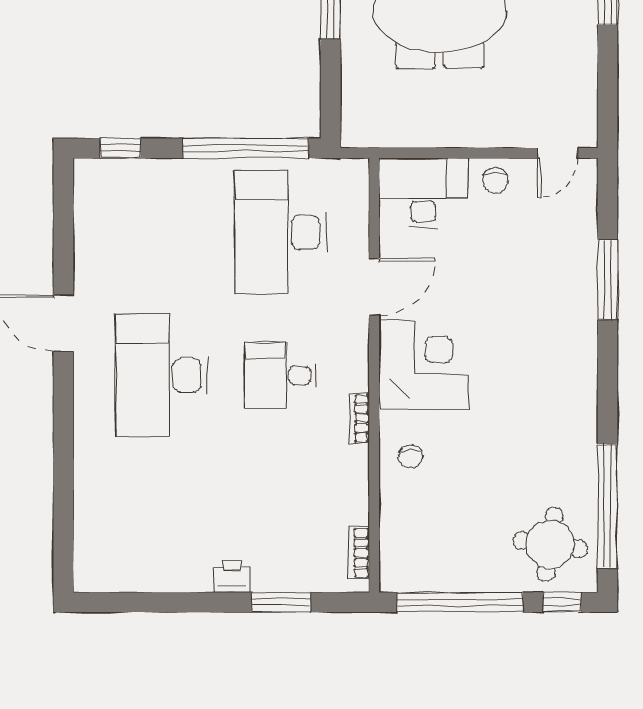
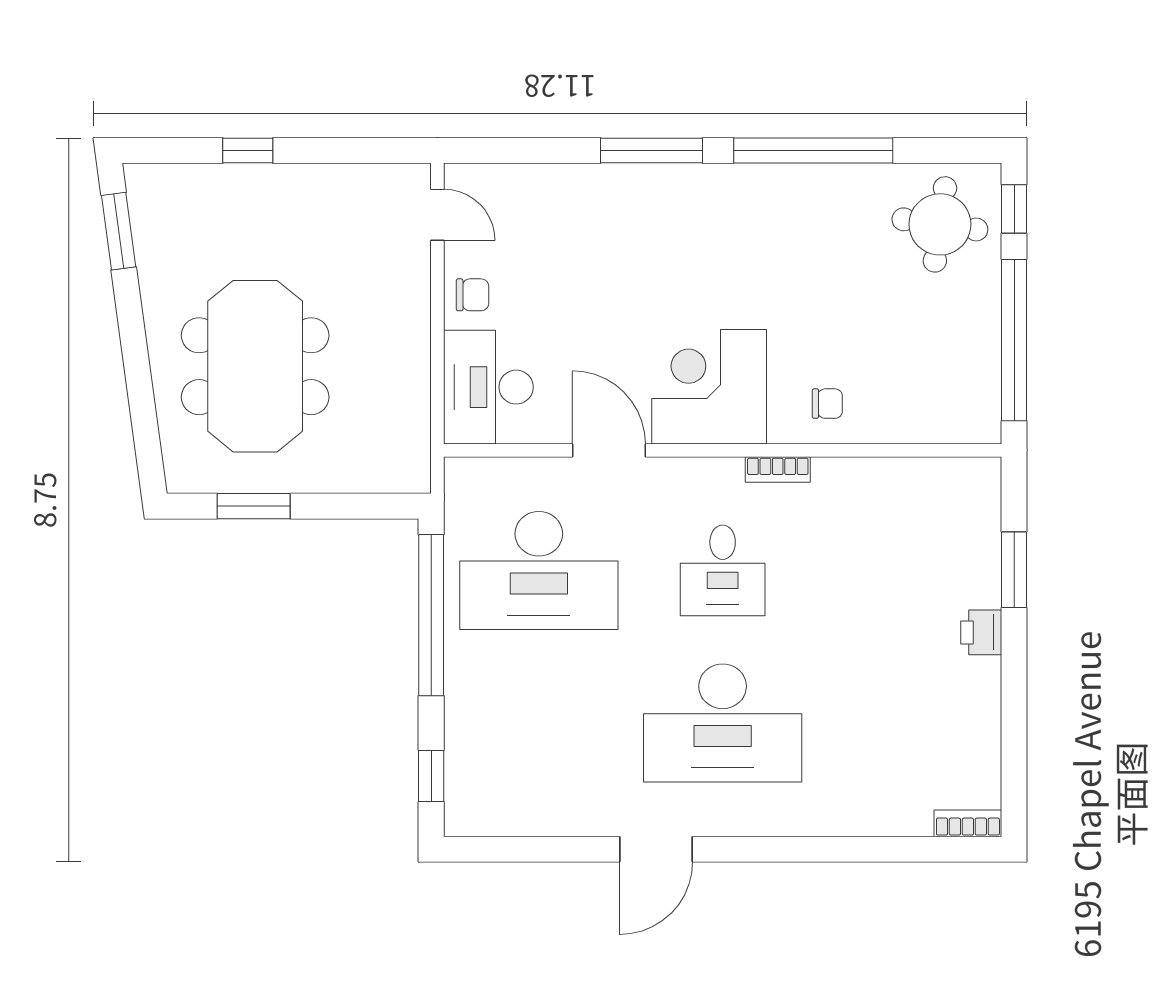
window: (608, 280) -> (651, 151), moved
window: (608, 506) -> (813, 151), moved
bookcase: (359, 553) -> (968, 823), moved, turned 180

